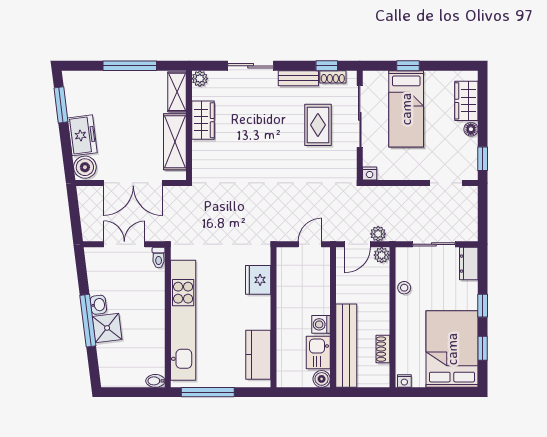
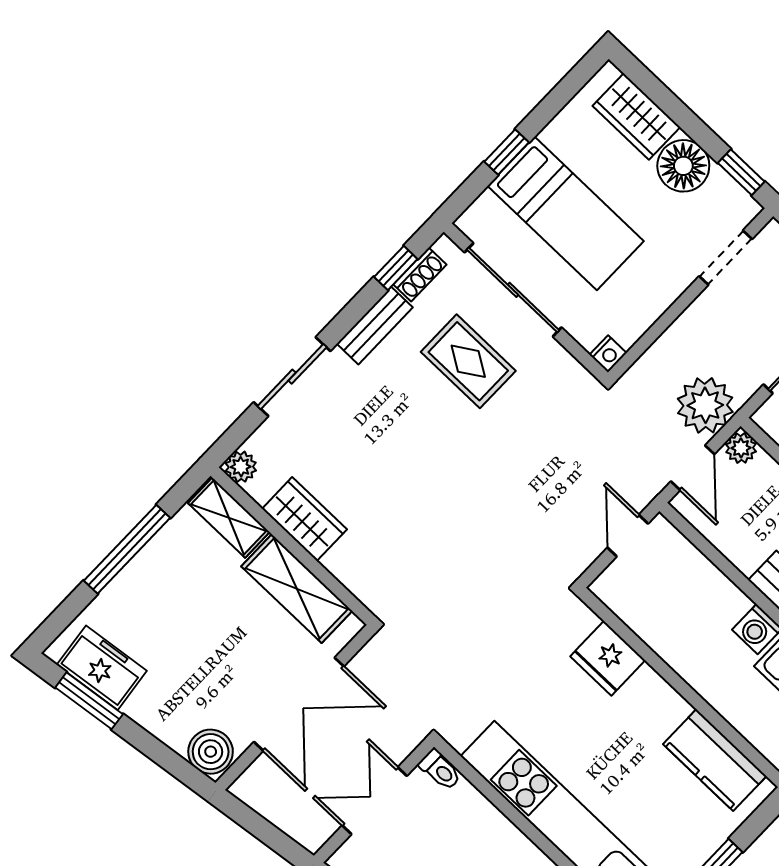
floor lamp: (471, 129) -> (683, 166), width x1.89, depth x1.89
freezer: (82, 135) -> (102, 668), moved
plant: (378, 234) -> (705, 405), width x1.88, depth x1.88

